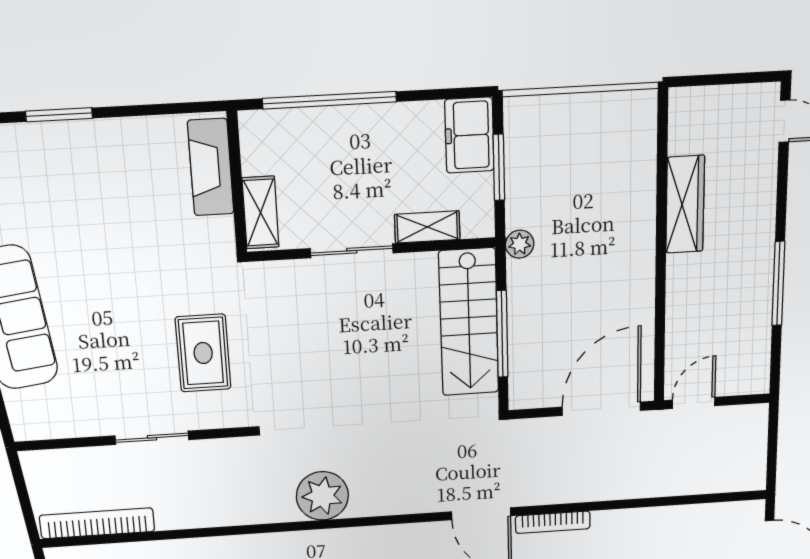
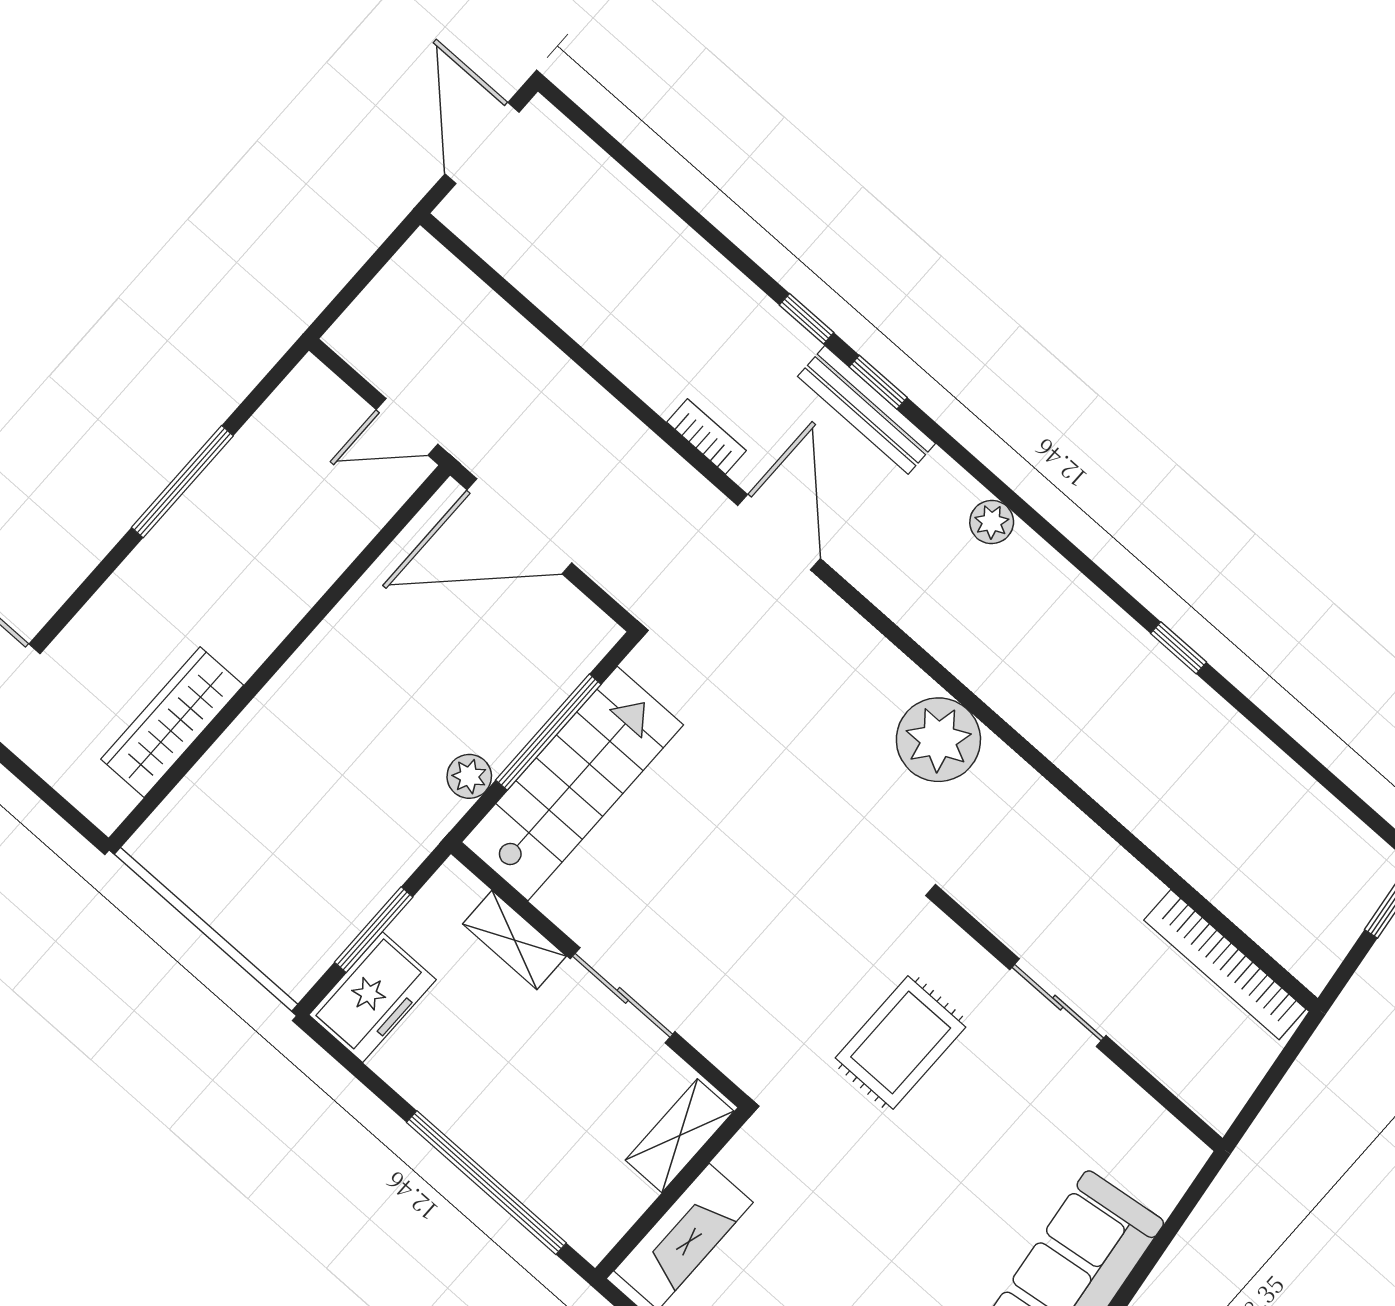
wardrobe: (685, 204) -> (172, 722), moved
plant: (520, 244) -> (469, 776), moved
bookcase: (553, 522) -> (706, 436), width x0.64

